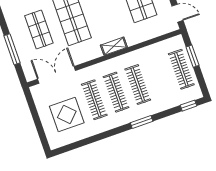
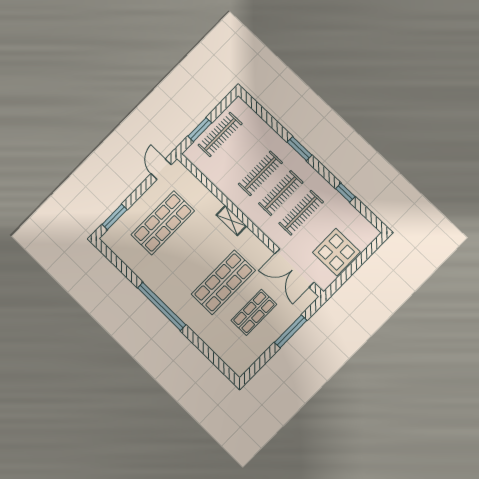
window: (189, 106) -> (345, 193), moved
display table: (67, 114) -> (336, 252), moved

